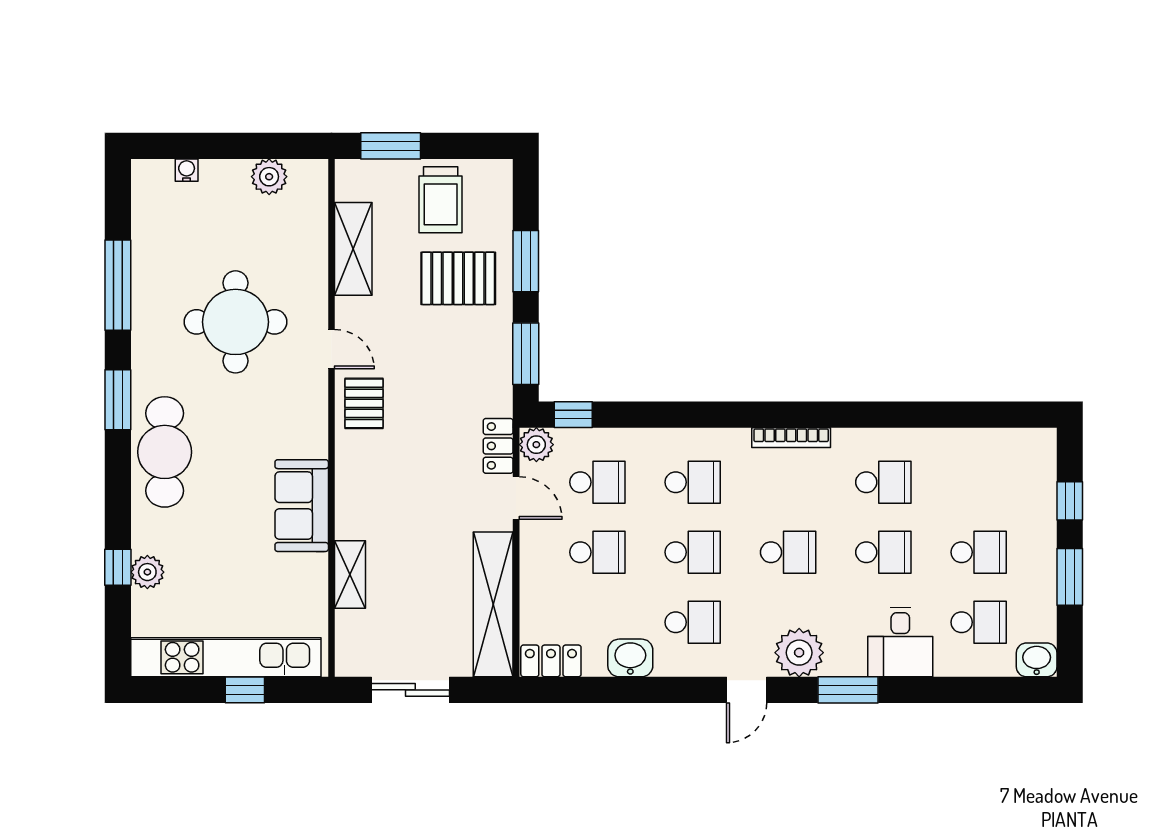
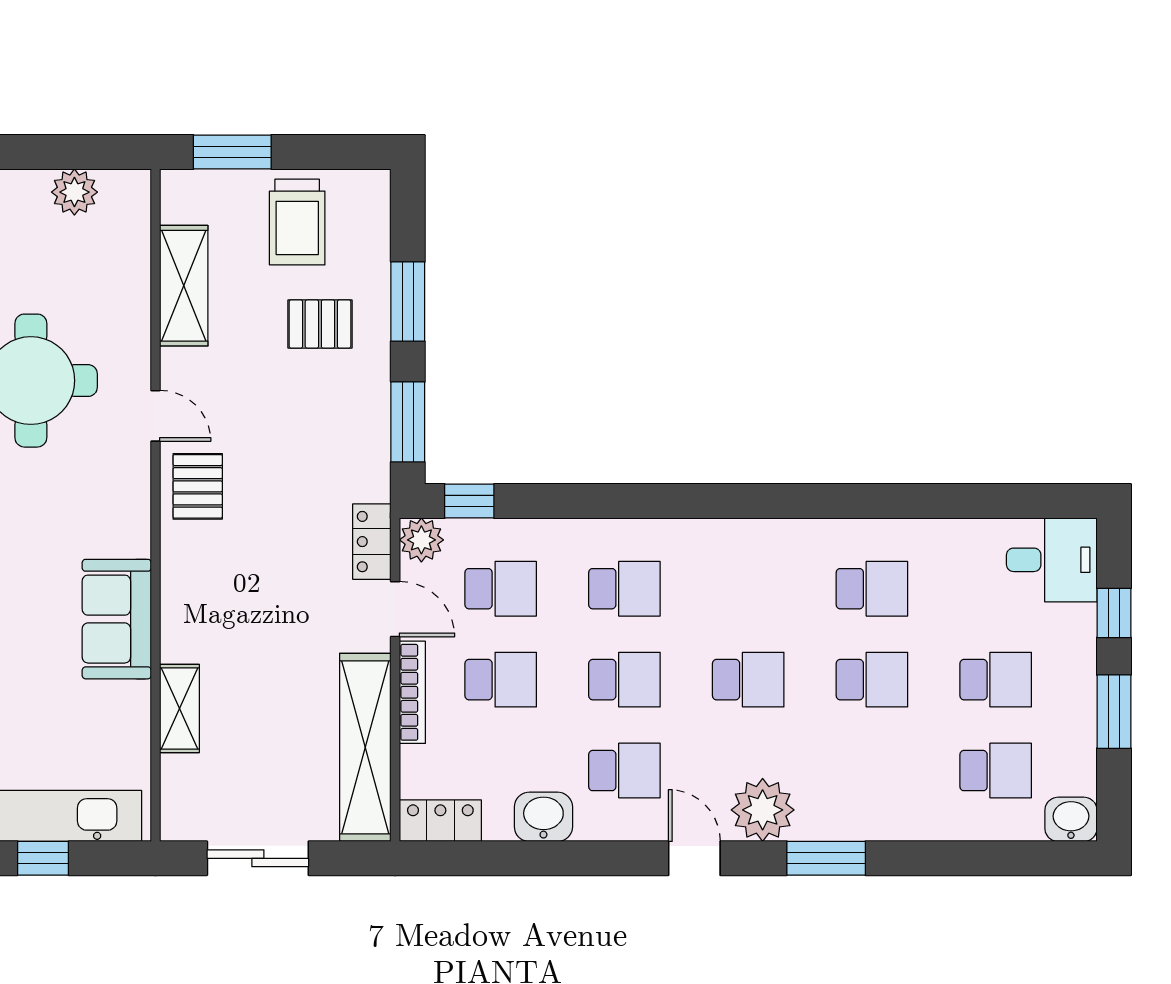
pallet: (458, 278) -> (320, 324), width x0.67, depth x0.71
bookcase: (791, 438) -> (412, 692), moved, turned -90
desk: (900, 642) -> (1052, 560), moved, turned -90
door: (747, 690) -> (694, 858), swing flipped

